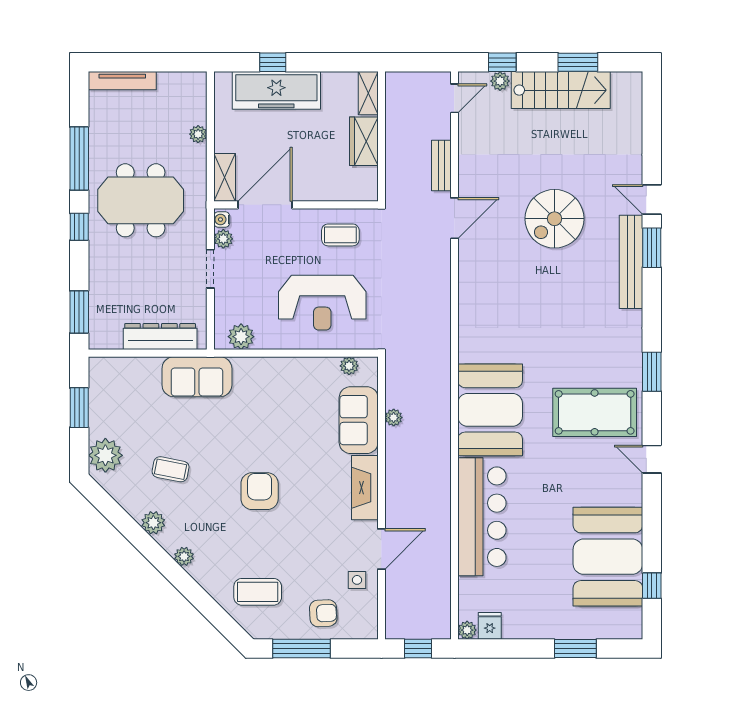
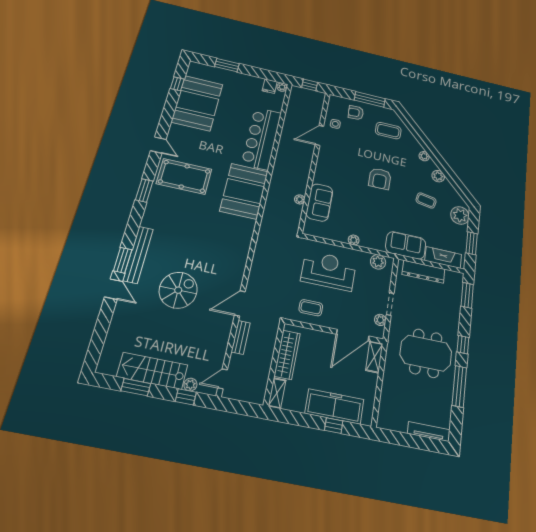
plant: (198, 134) -> (387, 387), removed
wardrobe: (364, 141) -> (287, 355), width x1.50
water cooler: (222, 219) -> (380, 332), removed
plant: (349, 366) -> (354, 240), moved
fireplace: (365, 488) -> (443, 257), moved, turned -90

